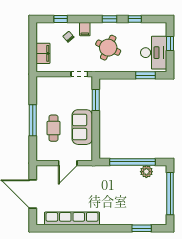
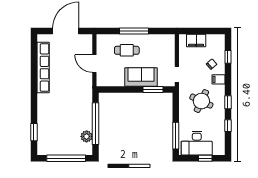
window: (145, 75) -> (176, 136), width x1.44
sofa: (82, 127) -> (141, 77), moved

